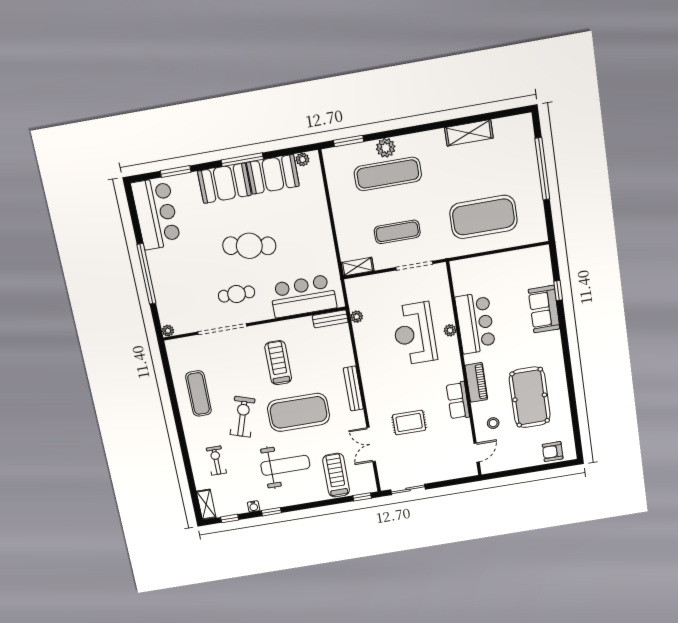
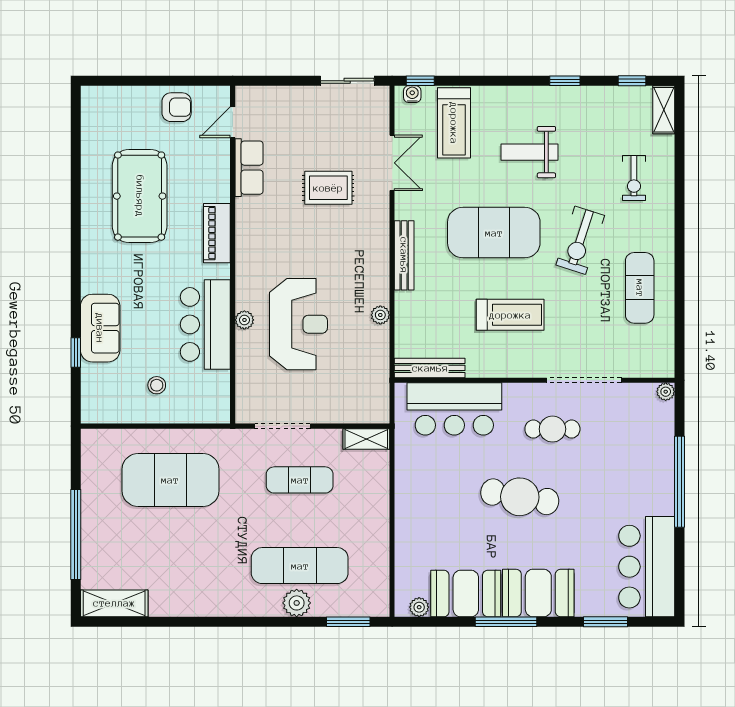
shelving: (469, 133) -> (114, 603), moved
plant: (357, 317) -> (380, 315), moved
bench: (330, 319) -> (430, 368), width x1.36
treadmill: (278, 363) -> (510, 315), turned -90
row of seats: (458, 401) -> (249, 168), moved
stool: (493, 423) -> (157, 385), moved
armchair: (553, 452) -> (177, 107), moved
weight bench: (285, 465) -> (529, 152), width x0.73, depth x0.75
water cooler: (254, 506) -> (412, 94), moved

